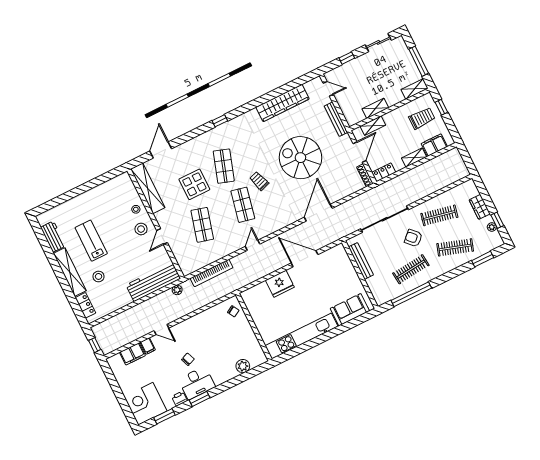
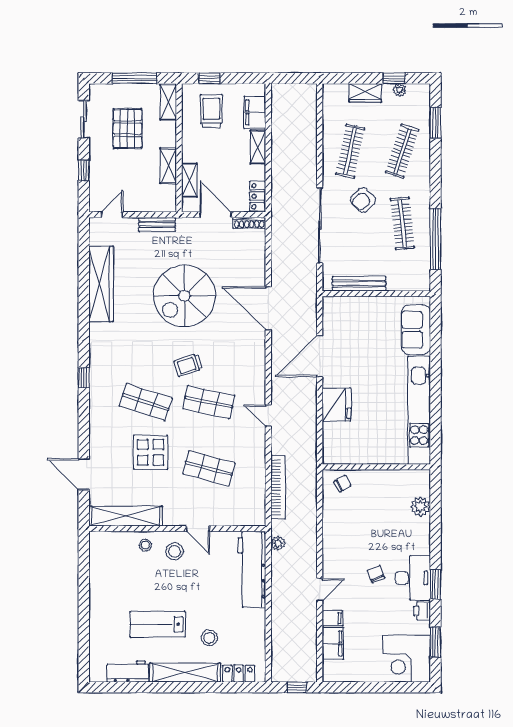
pallet: (386, 72) -> (128, 129), added
bench: (336, 119) -> (157, 224), width x0.73

